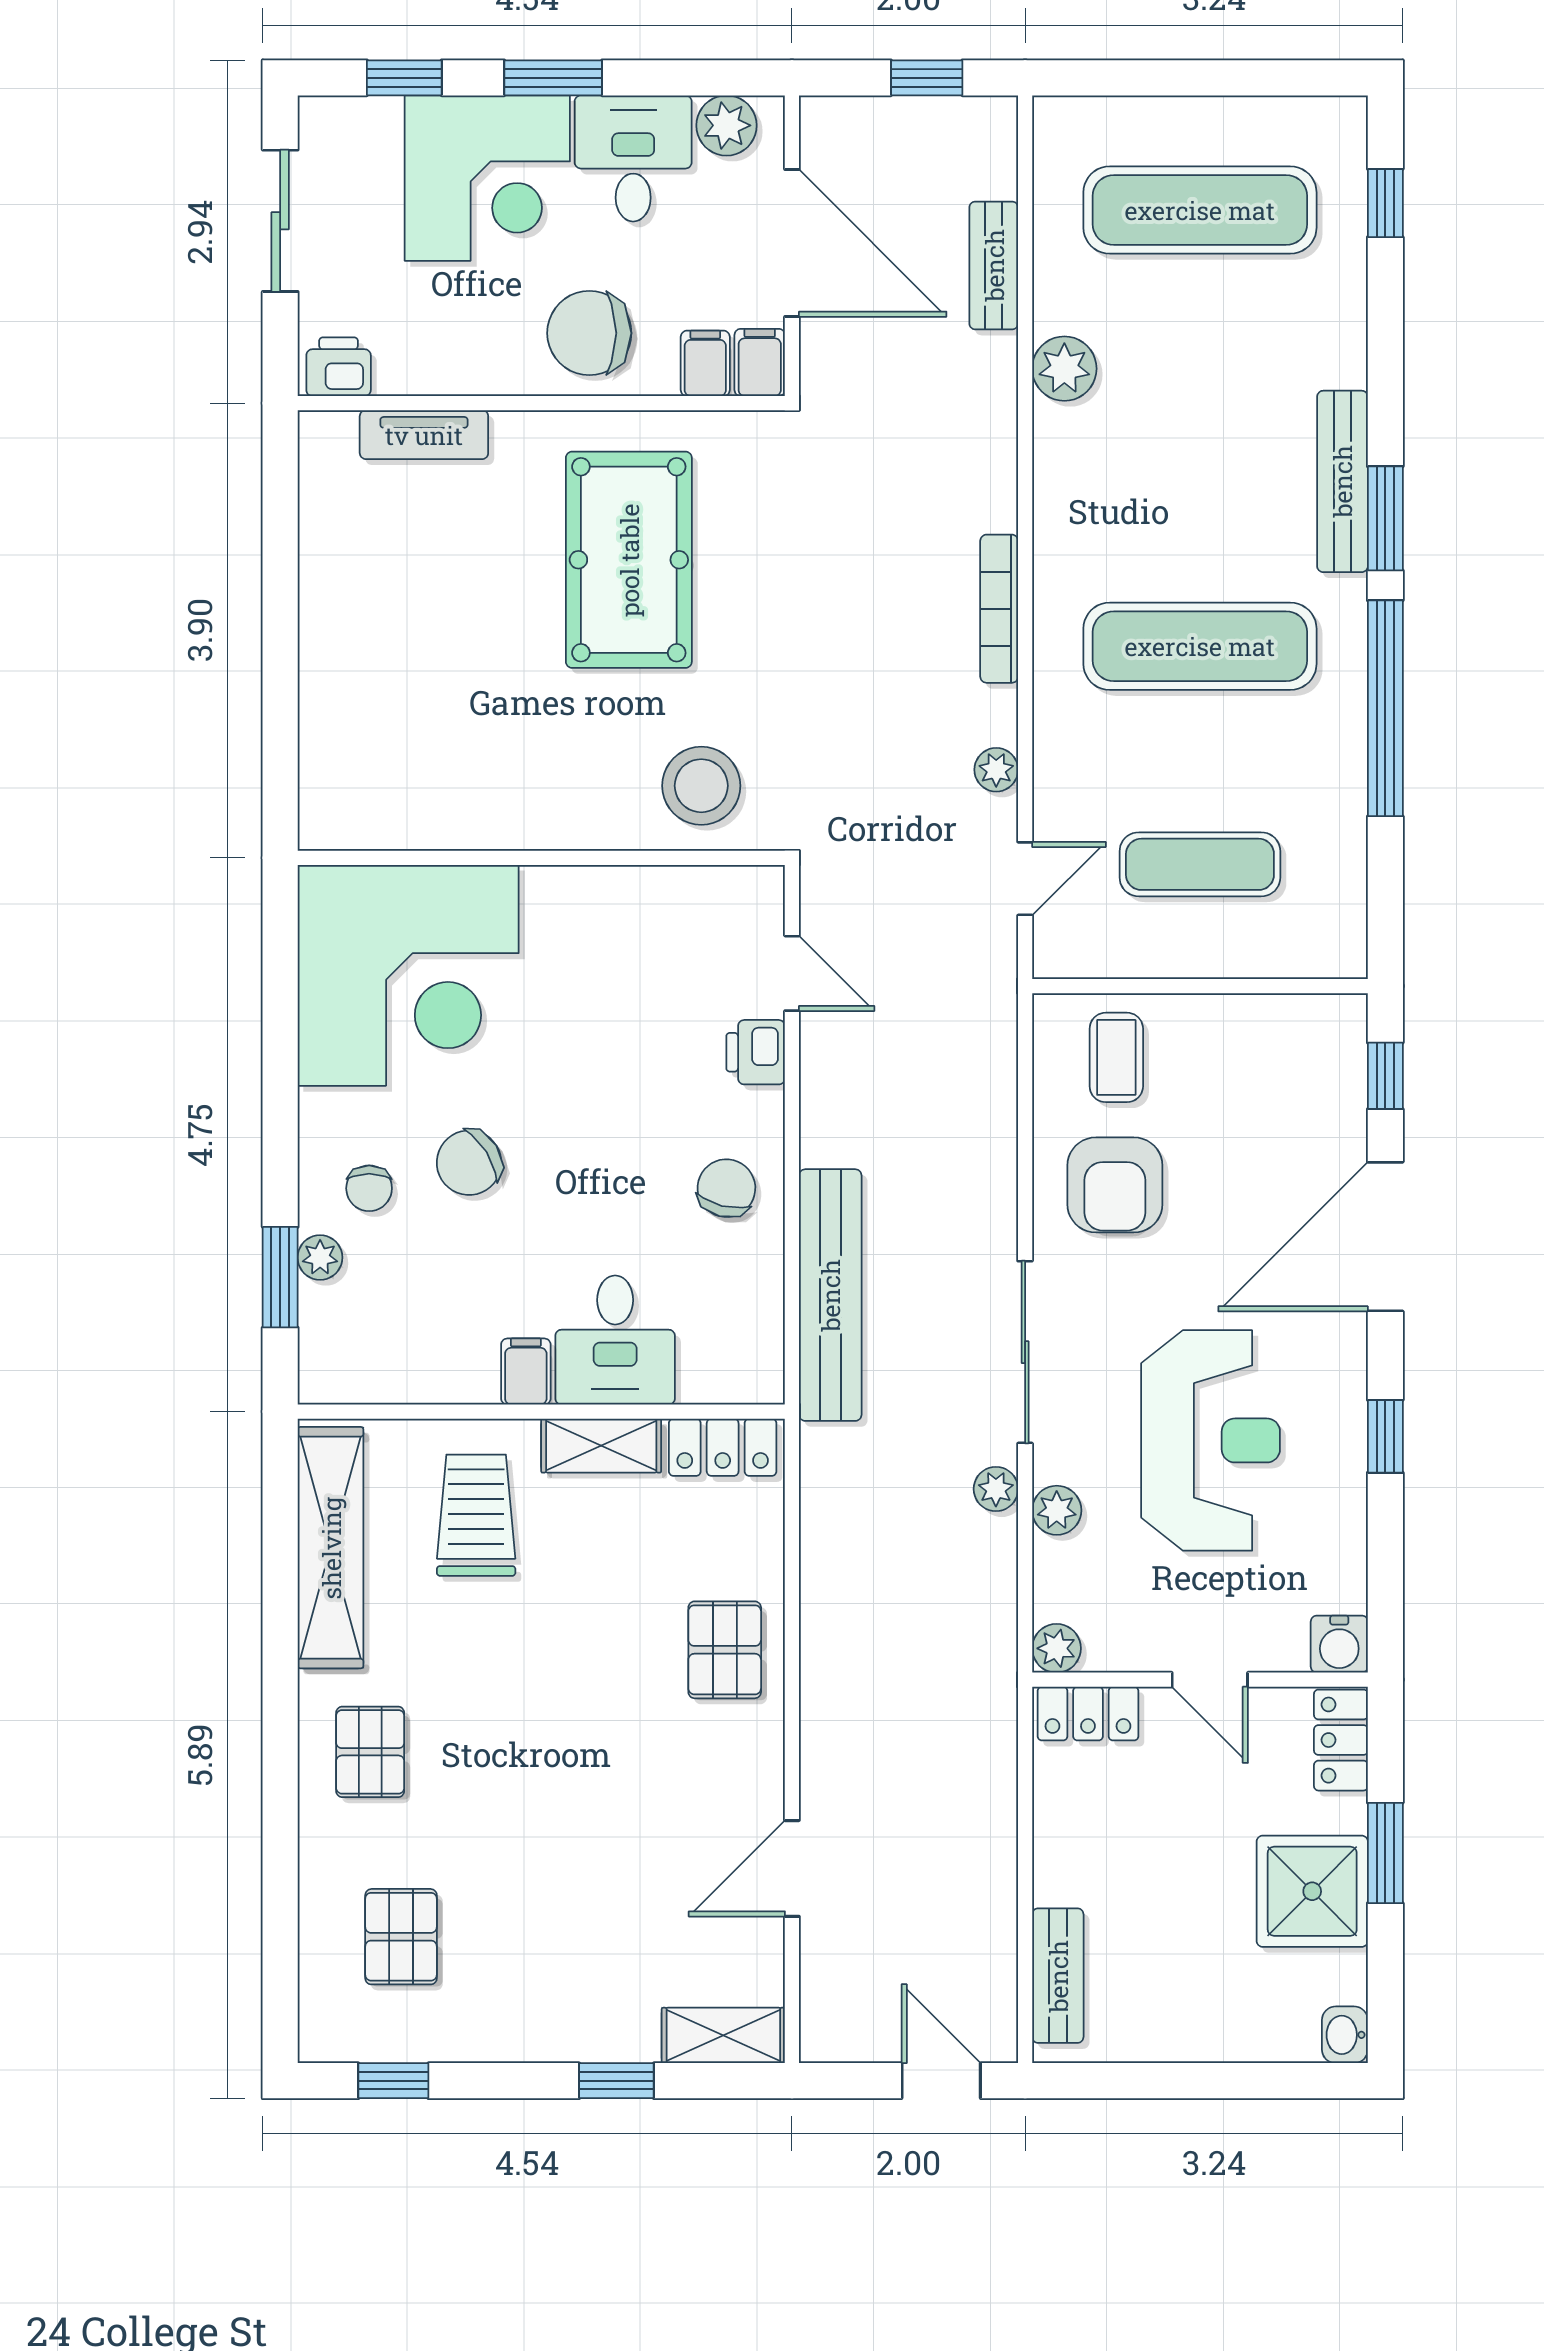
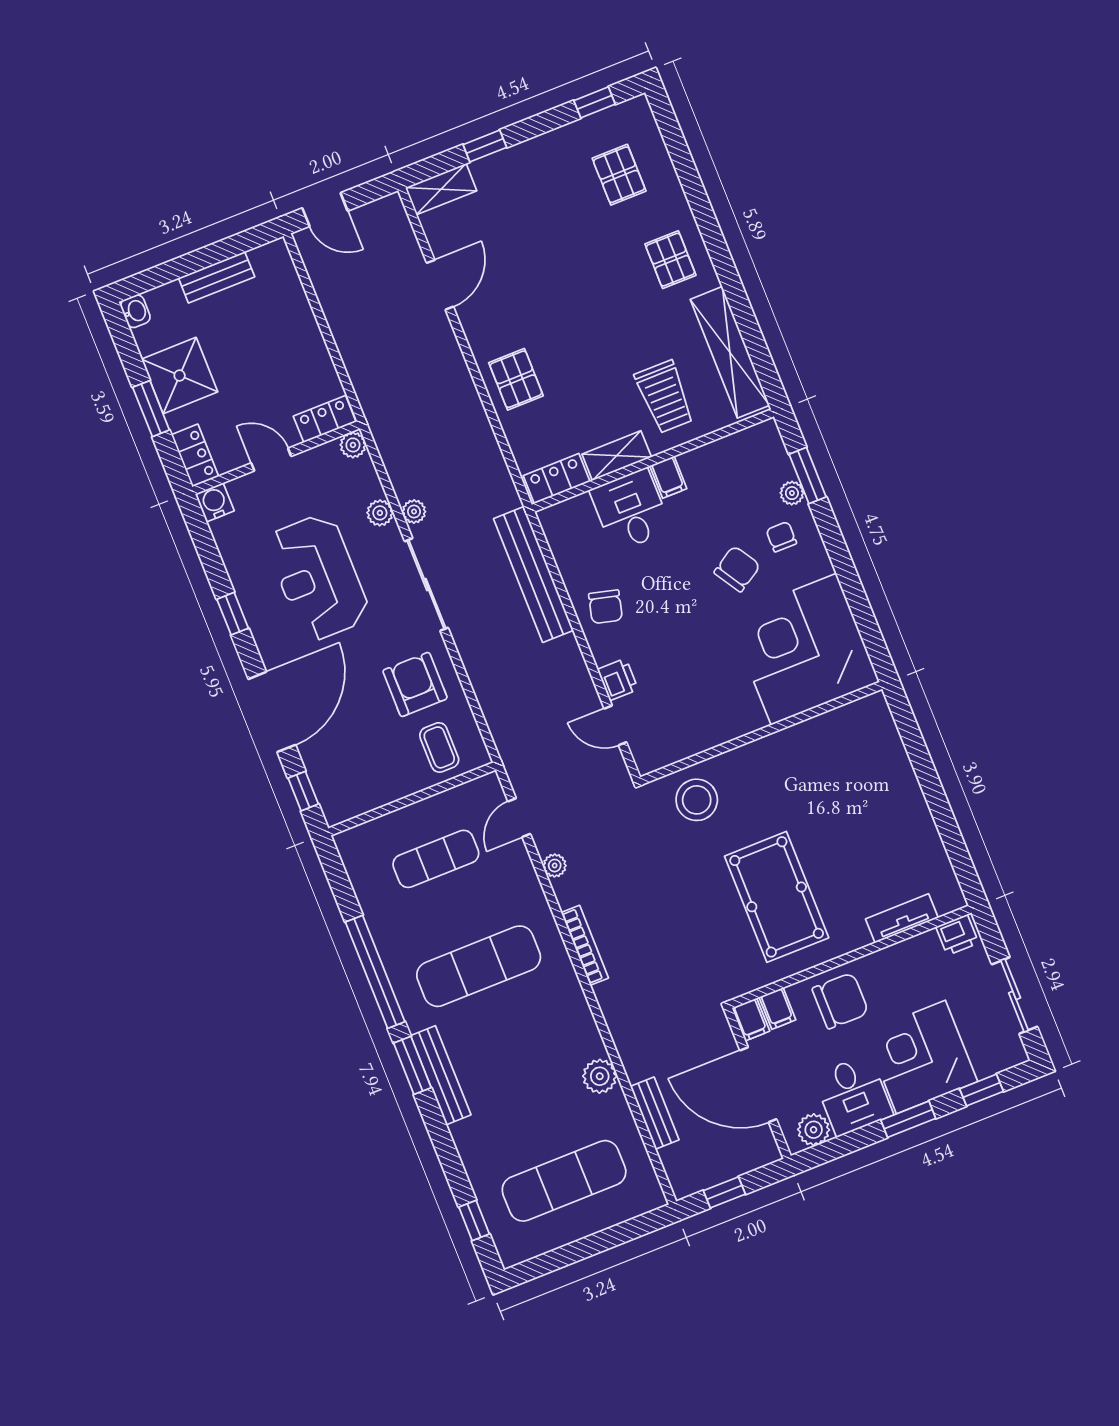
bench: (1058, 1976) -> (217, 277), moved, turned 90

